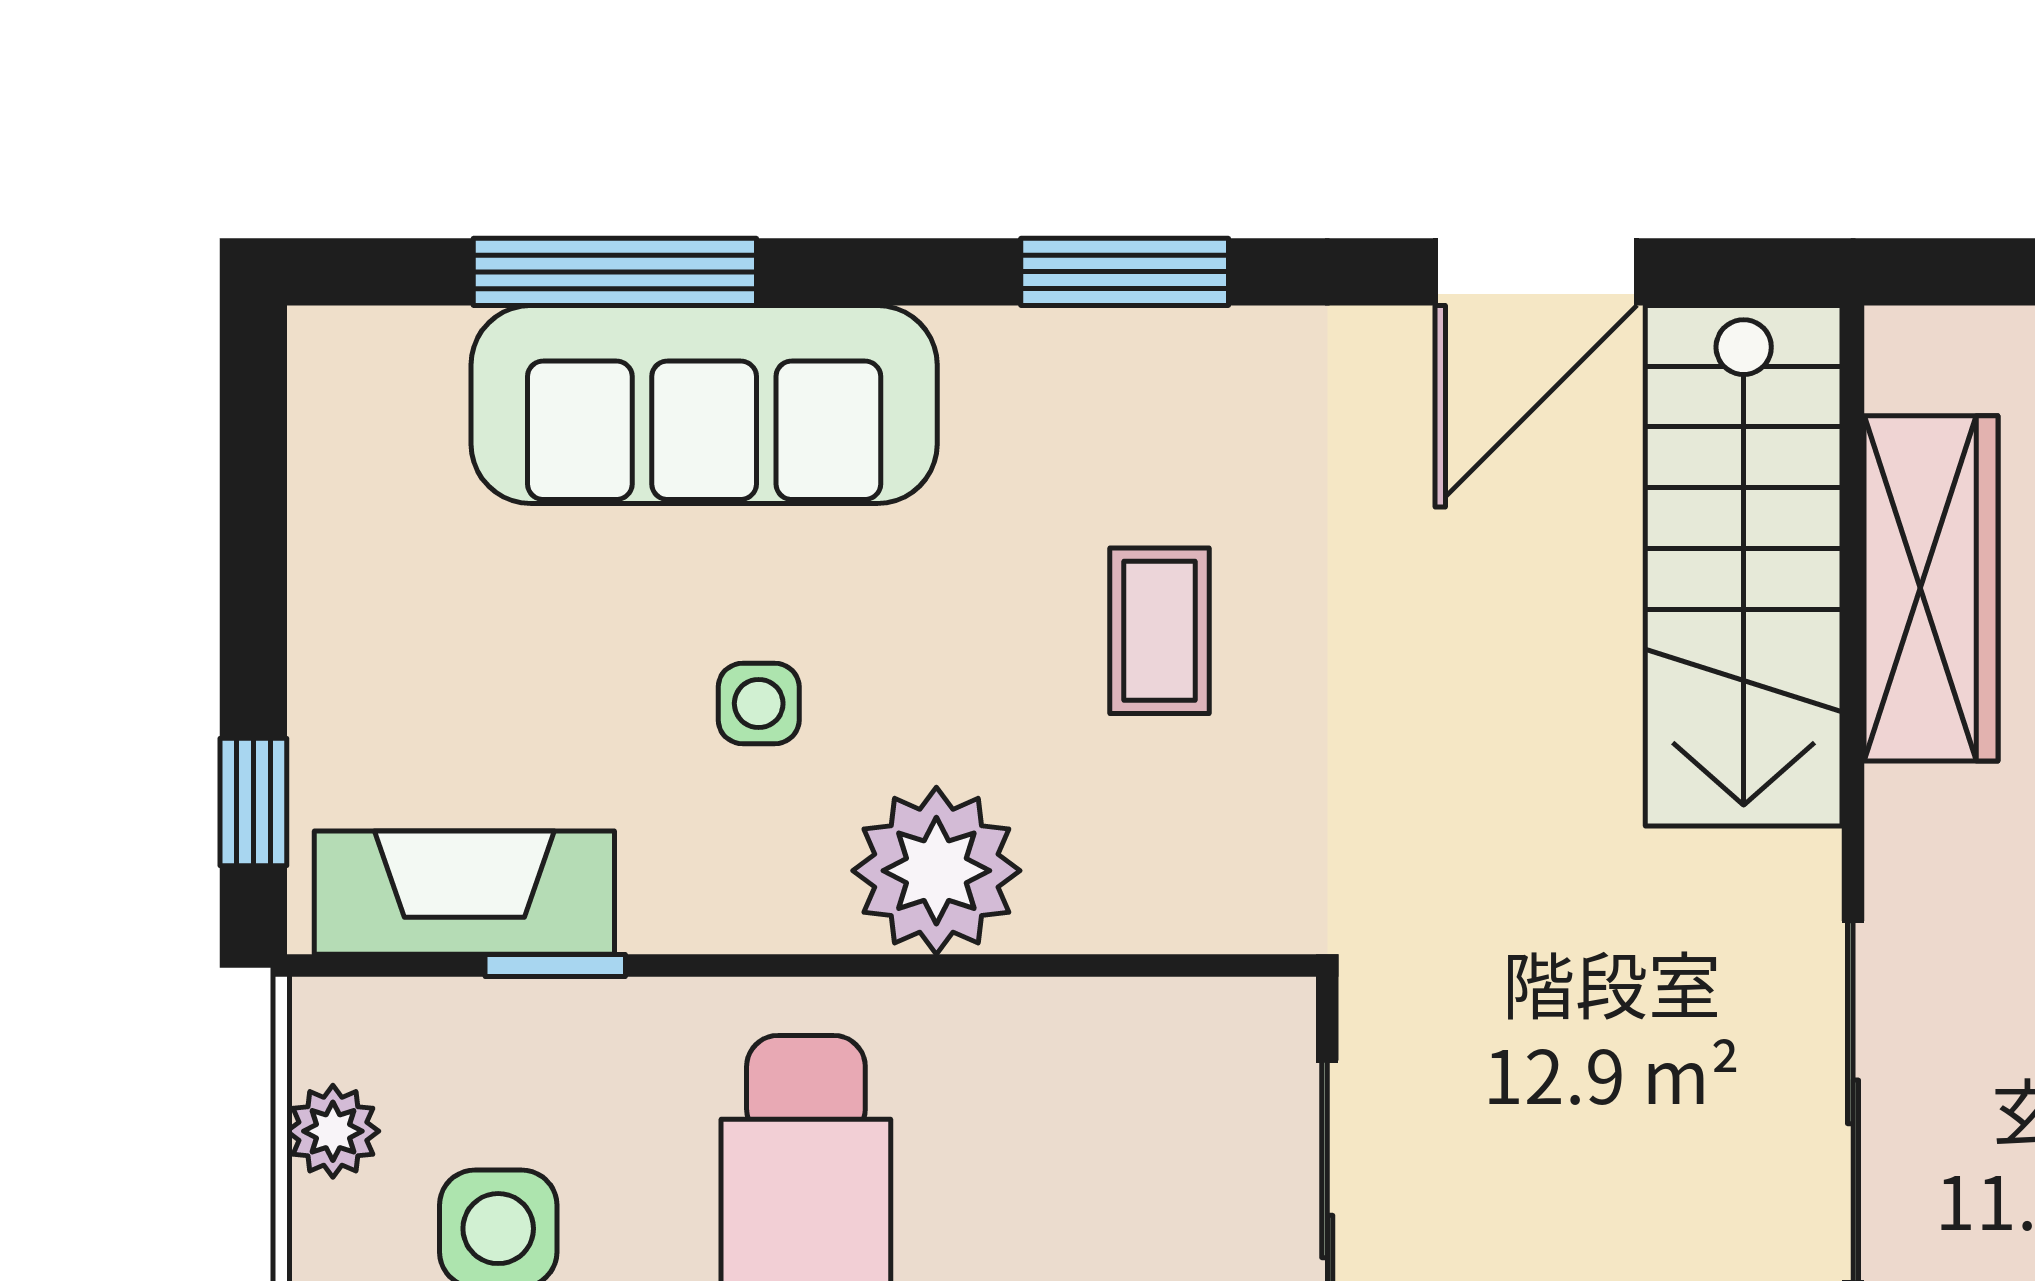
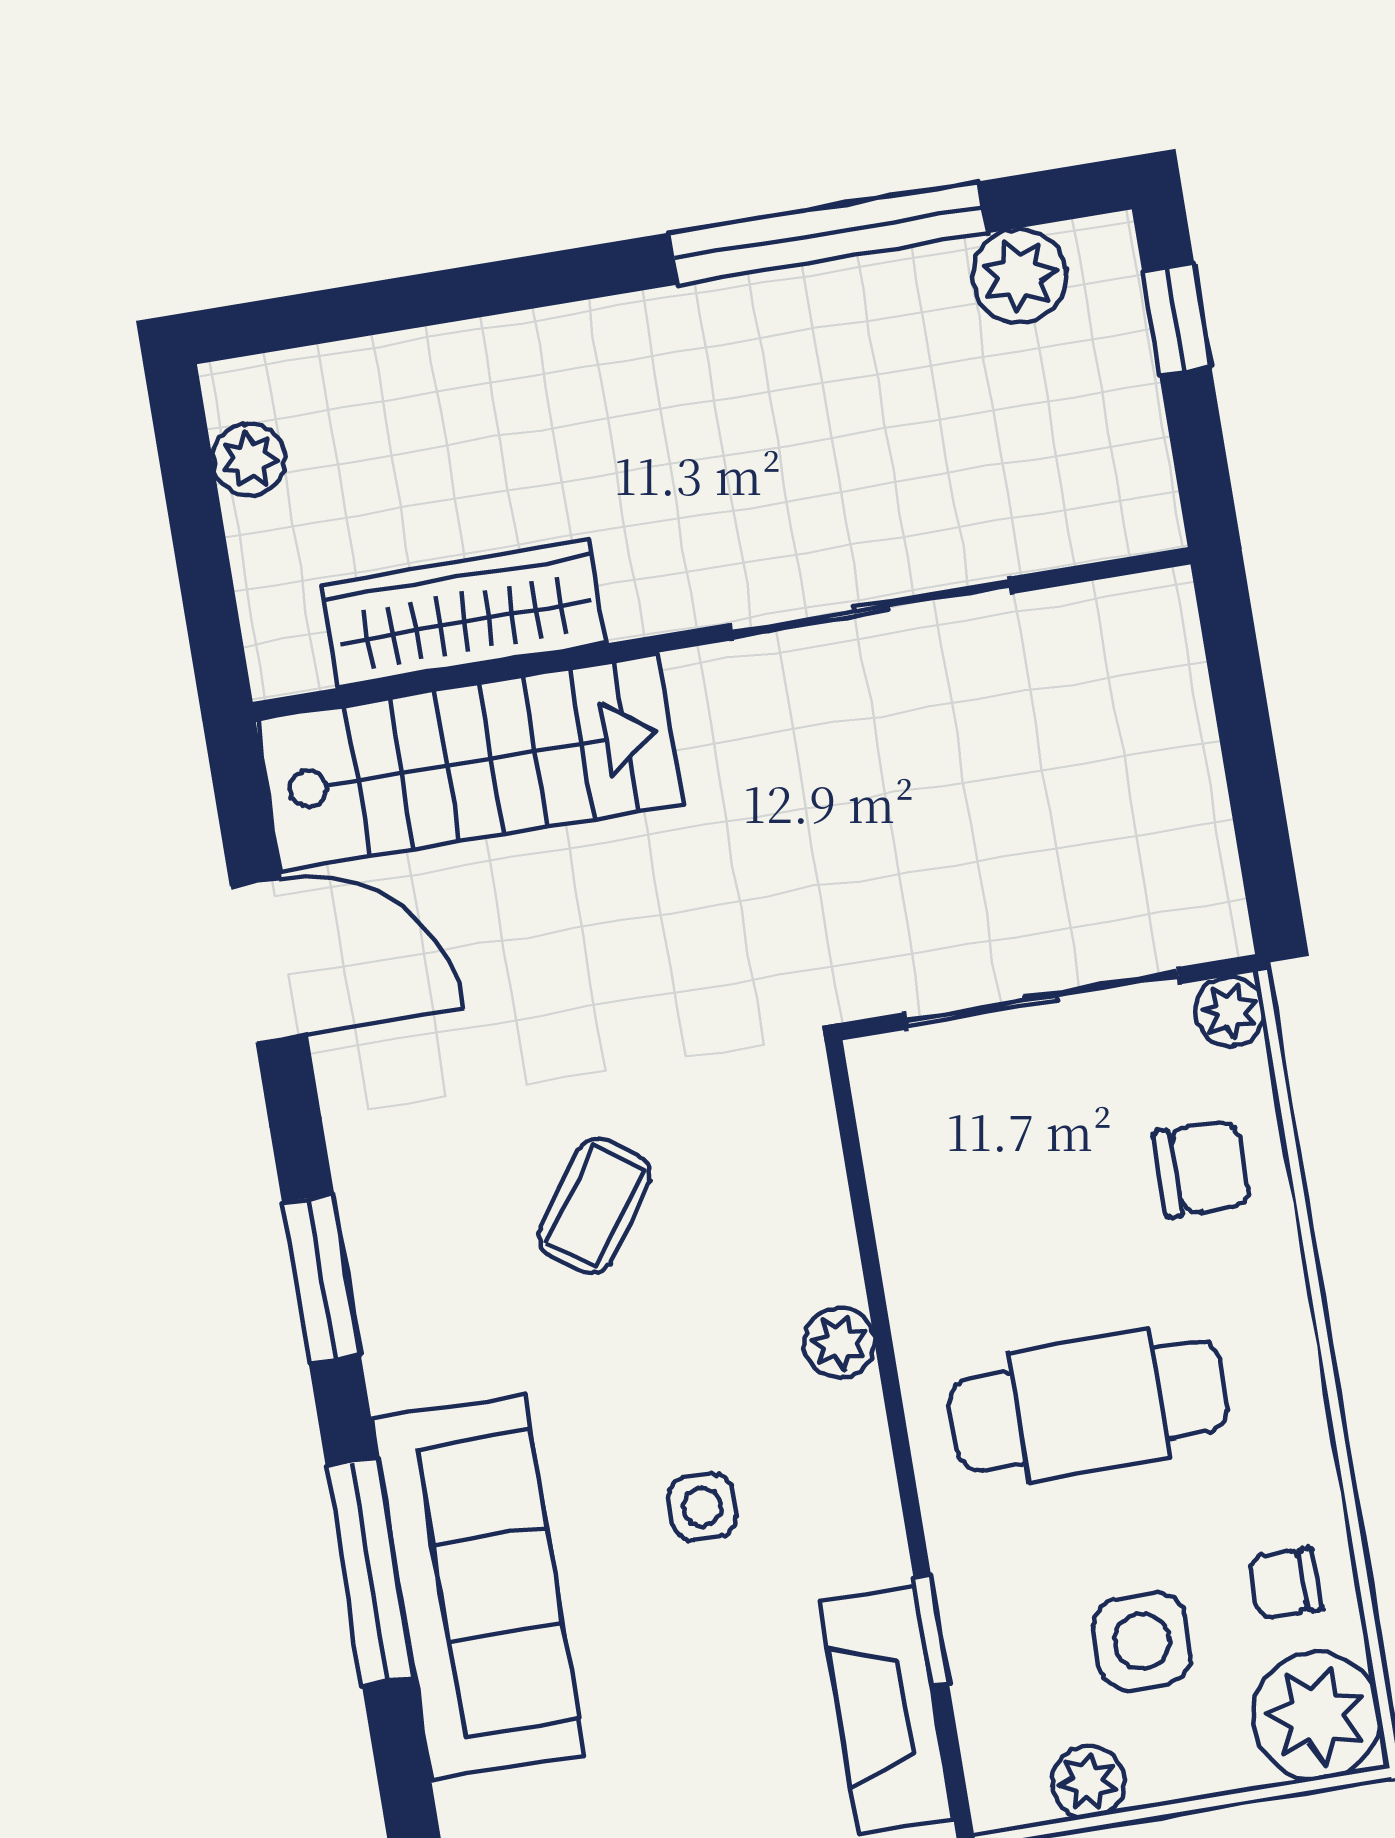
window: (615, 272) -> (370, 1572), moved
coffee table: (1159, 631) -> (595, 1206), turned -55
plant: (936, 871) -> (839, 1343), width x0.53, depth x0.53

